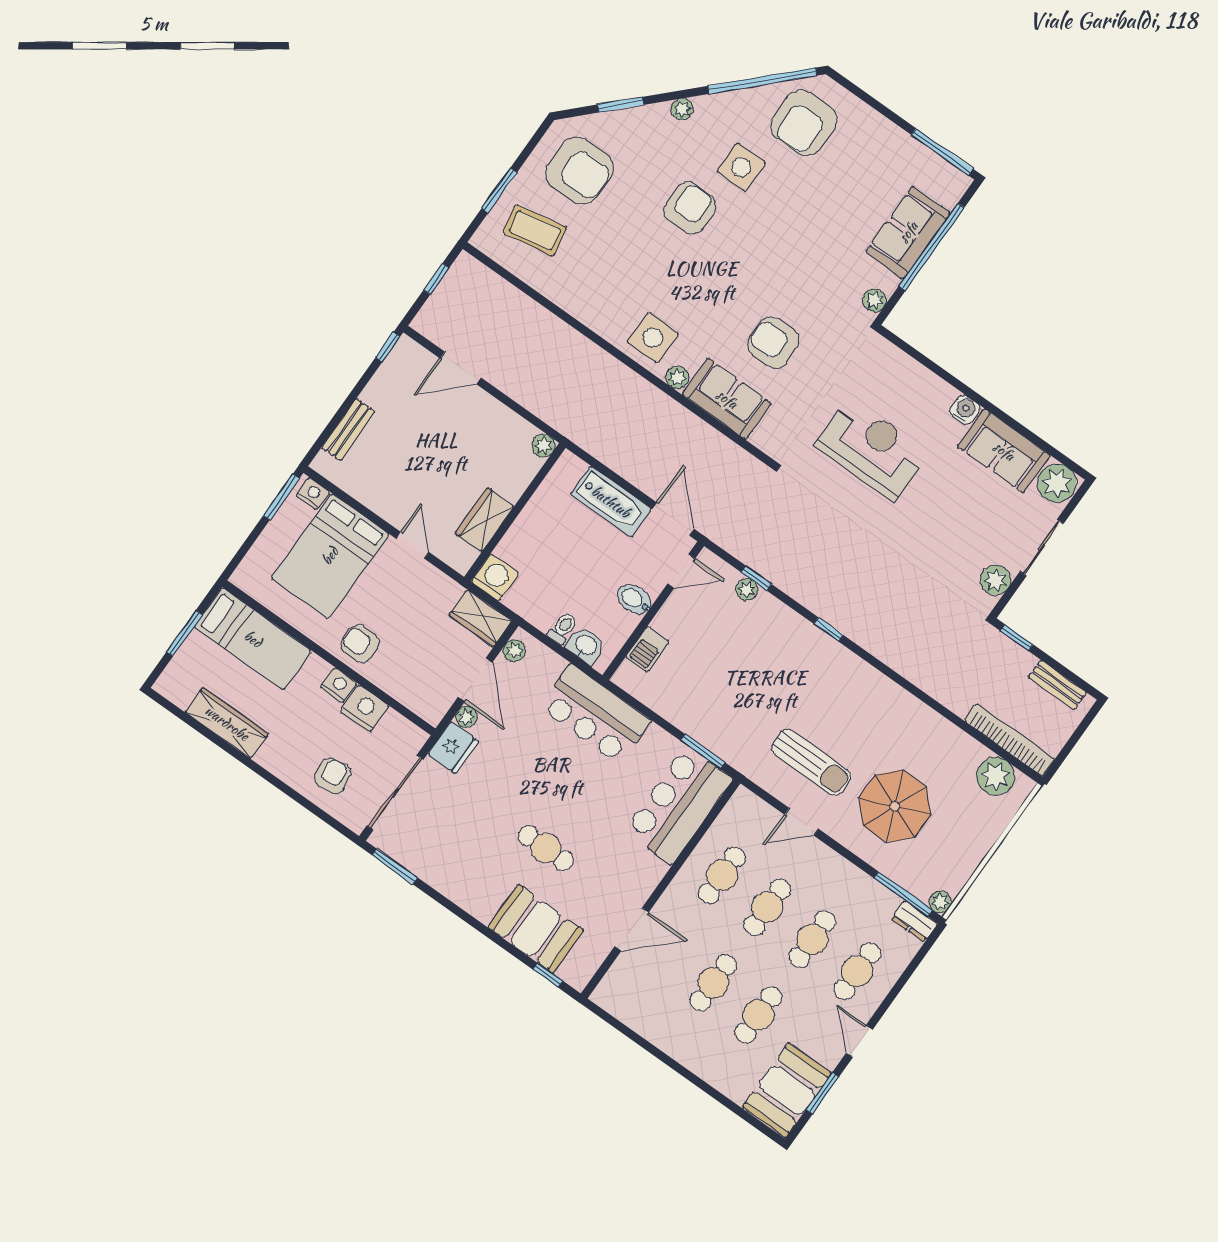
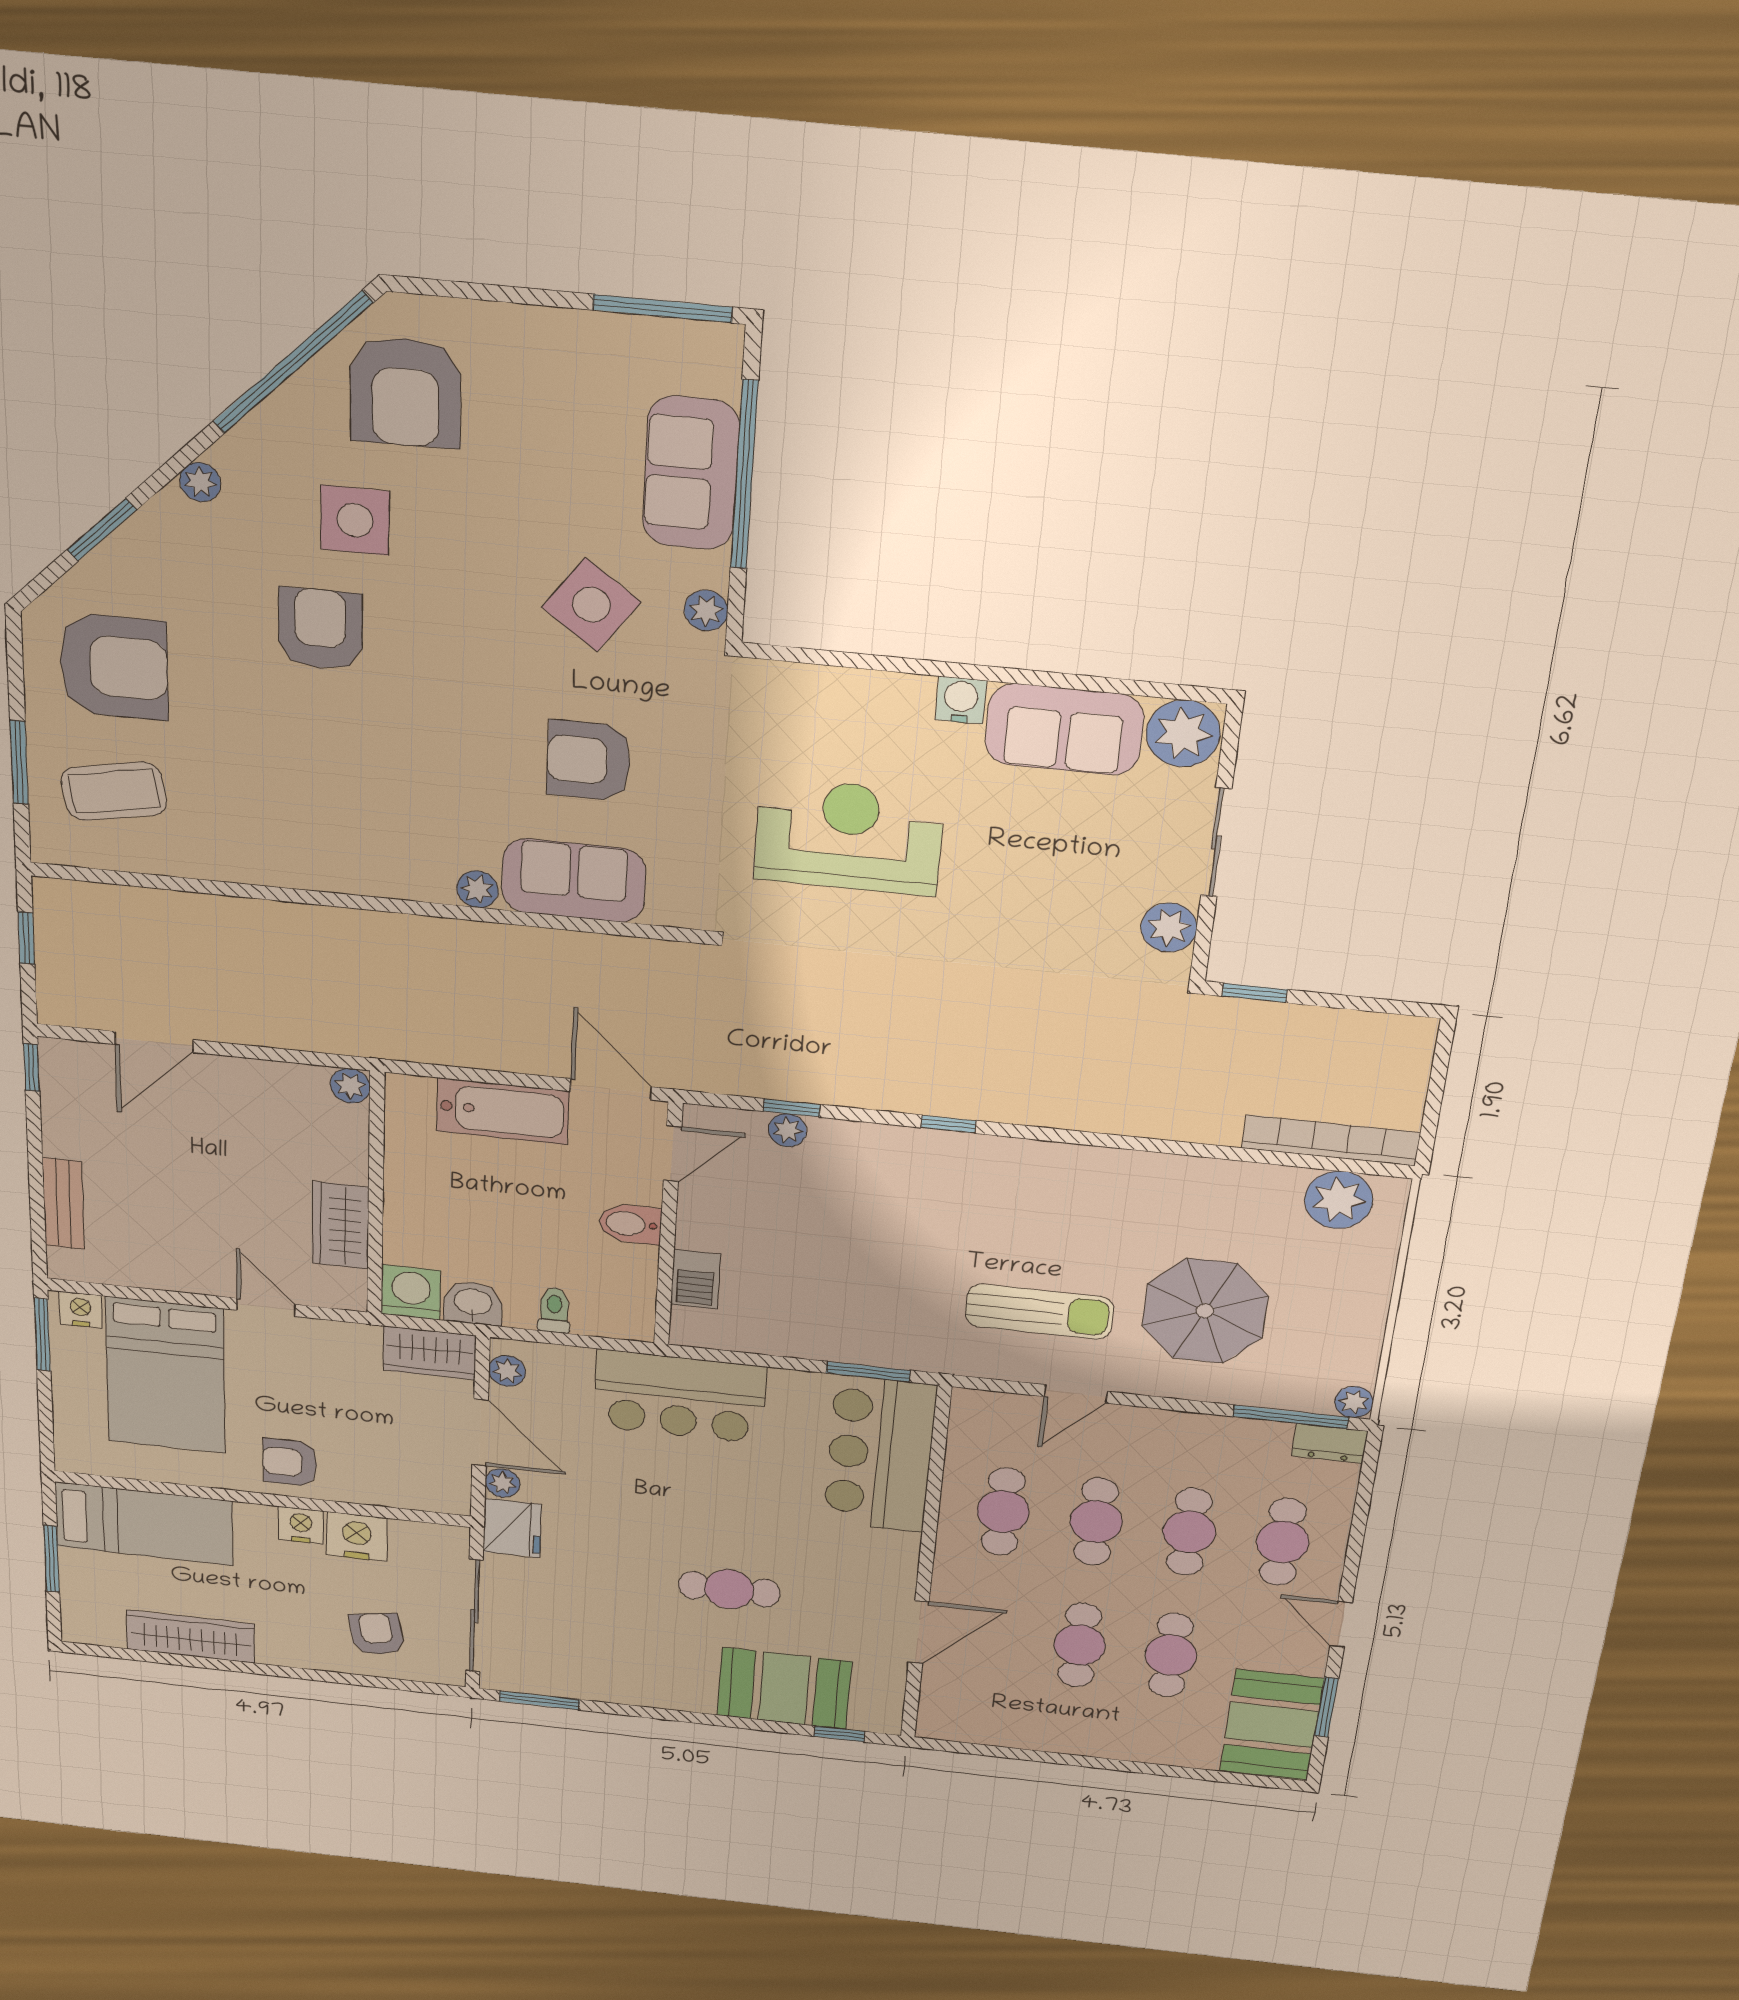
side table: (653, 338) -> (591, 605), moved, turned 36
washbasin: (586, 646) -> (473, 1303), moved
bench: (1058, 685) -> (1363, 1028), removed

